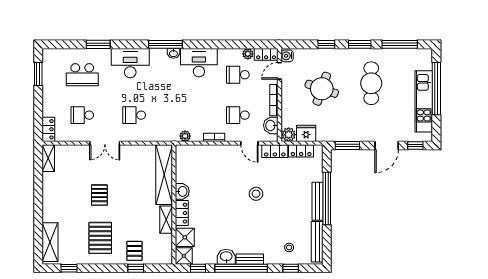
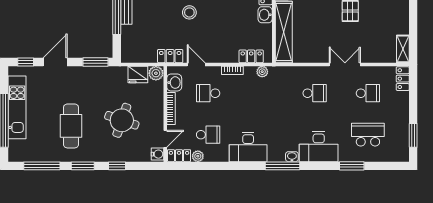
washbasin: (173, 53) -> (292, 157), moved
school desk: (238, 115) -> (208, 93), turned 180
locker: (301, 151) -> (251, 56), moved

